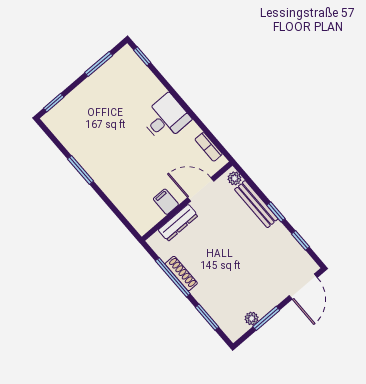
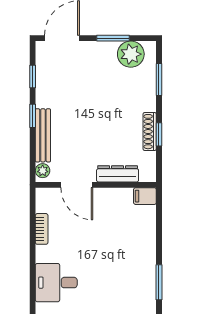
desk: (166, 118) -> (56, 283), moved
bookcase: (209, 147) -> (42, 229), moved
filing cabinet: (166, 202) -> (145, 196), moved, turned 90
window: (173, 277) -> (159, 134), width x0.46
plant: (252, 318) -> (131, 54), width x1.88, depth x1.88

